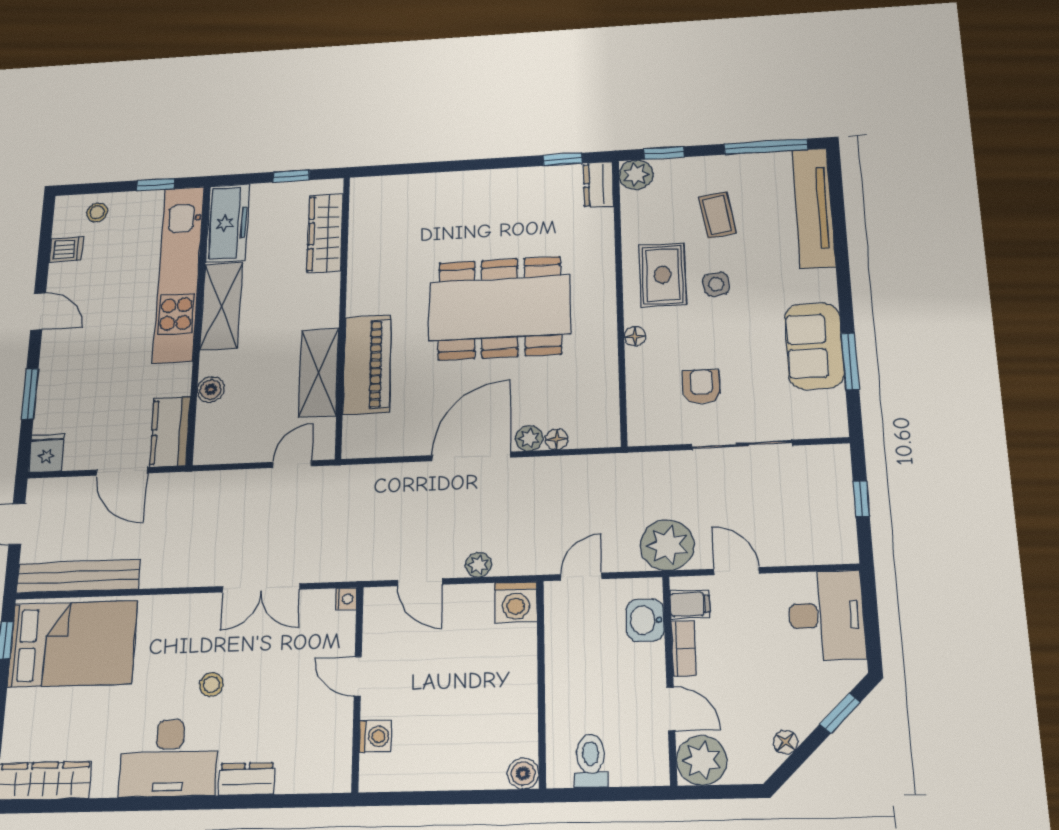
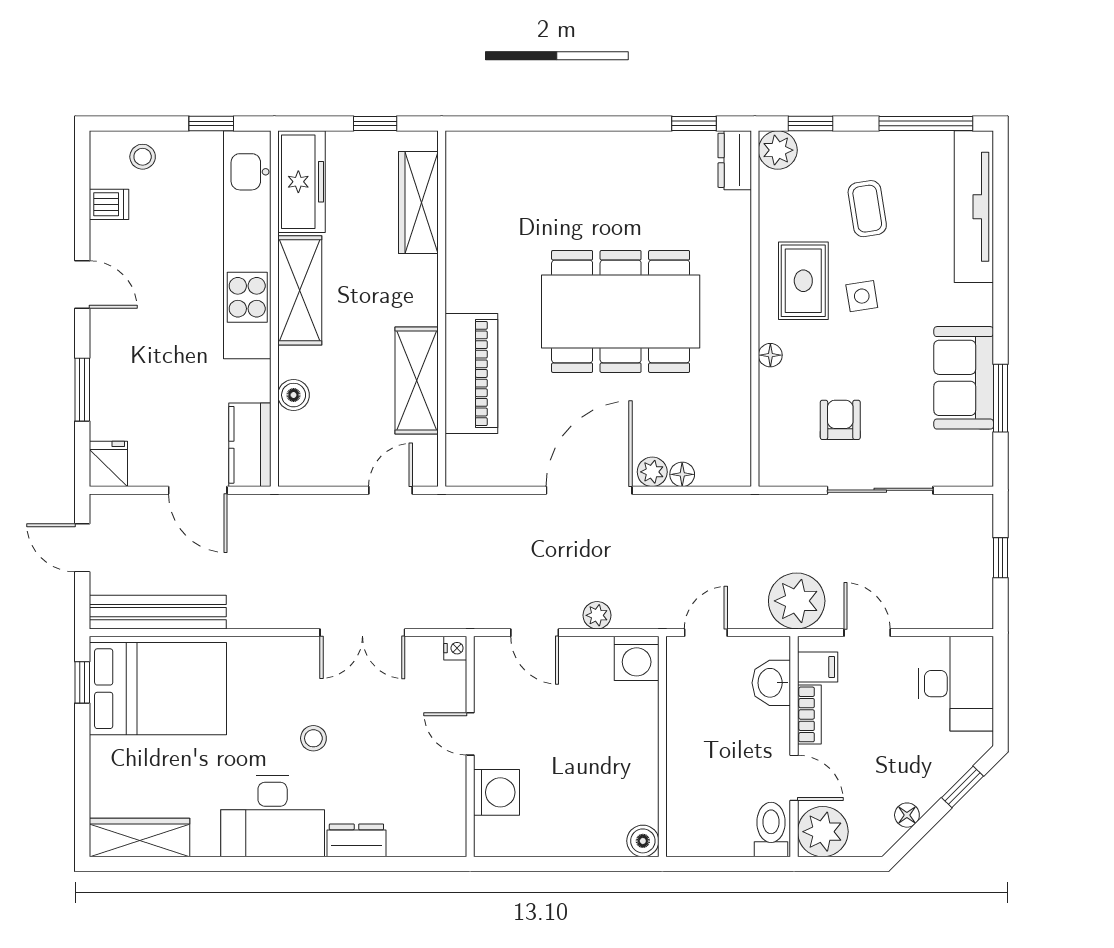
washing machine: (375, 736) -> (497, 792), width x1.38, depth x1.38
toilet: (591, 761) -> (771, 829), moved

